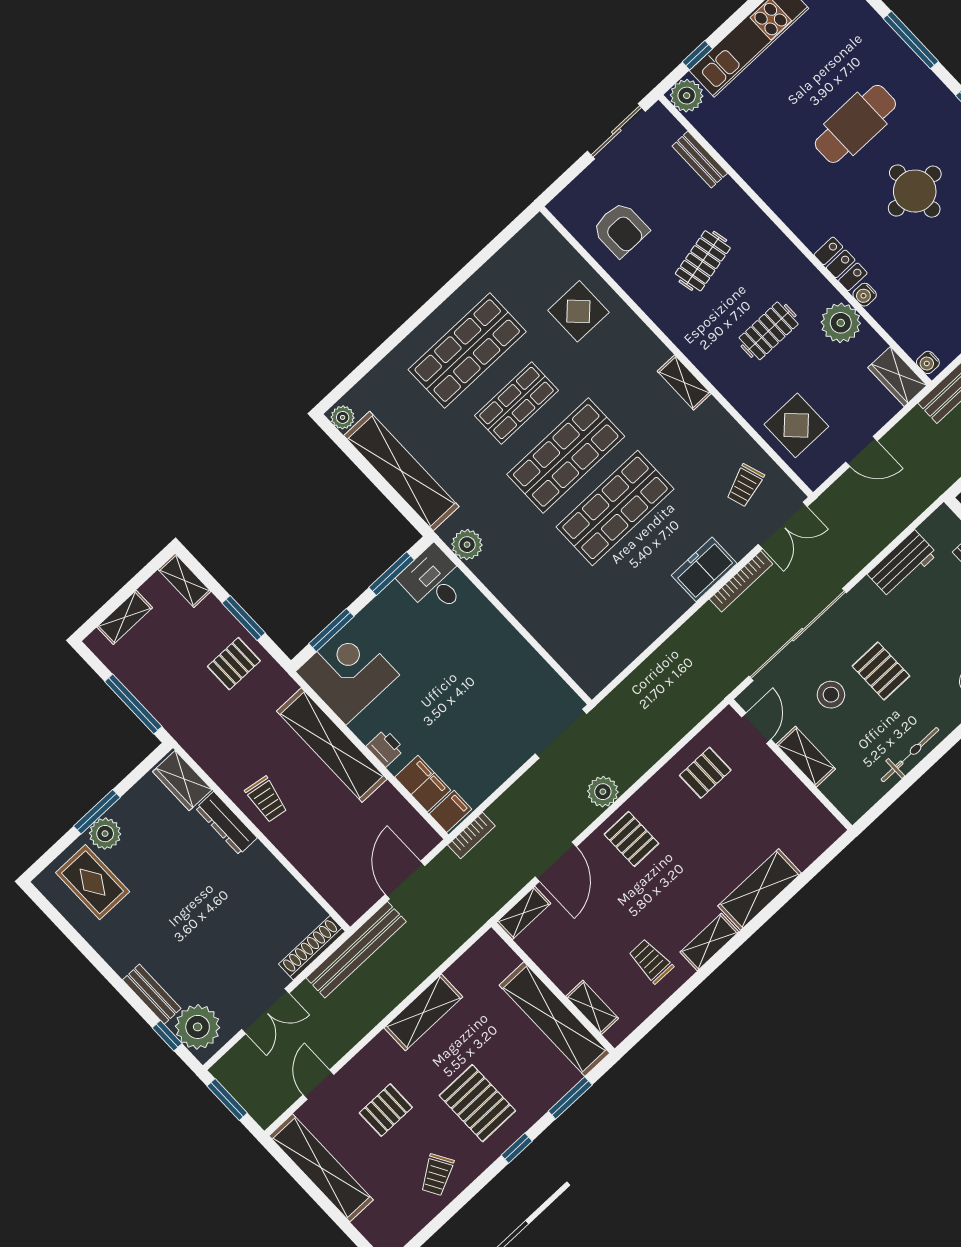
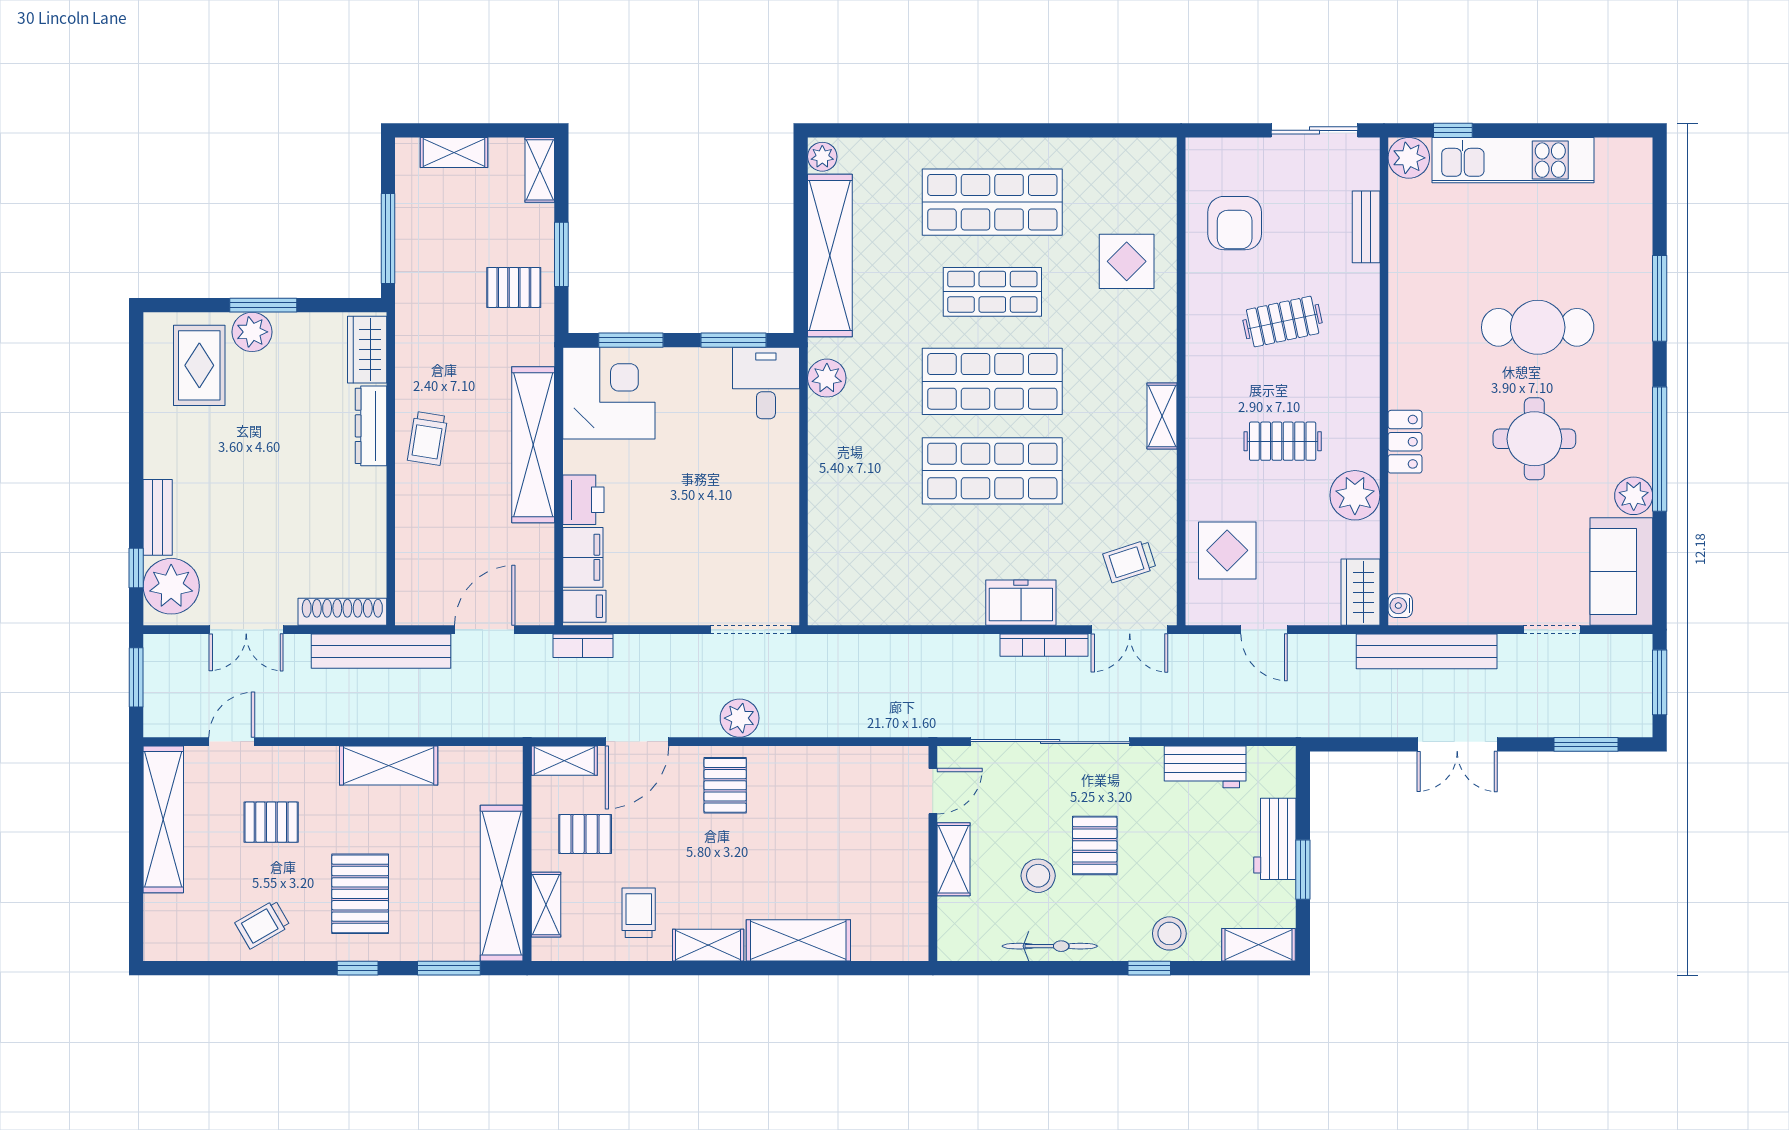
water cooler: (865, 295) -> (1401, 490), removed
stool: (831, 695) -> (1038, 876), moved
printer: (385, 748) -> (583, 500), width x1.36, depth x1.24
pallet: (705, 773) -> (585, 834), moved

